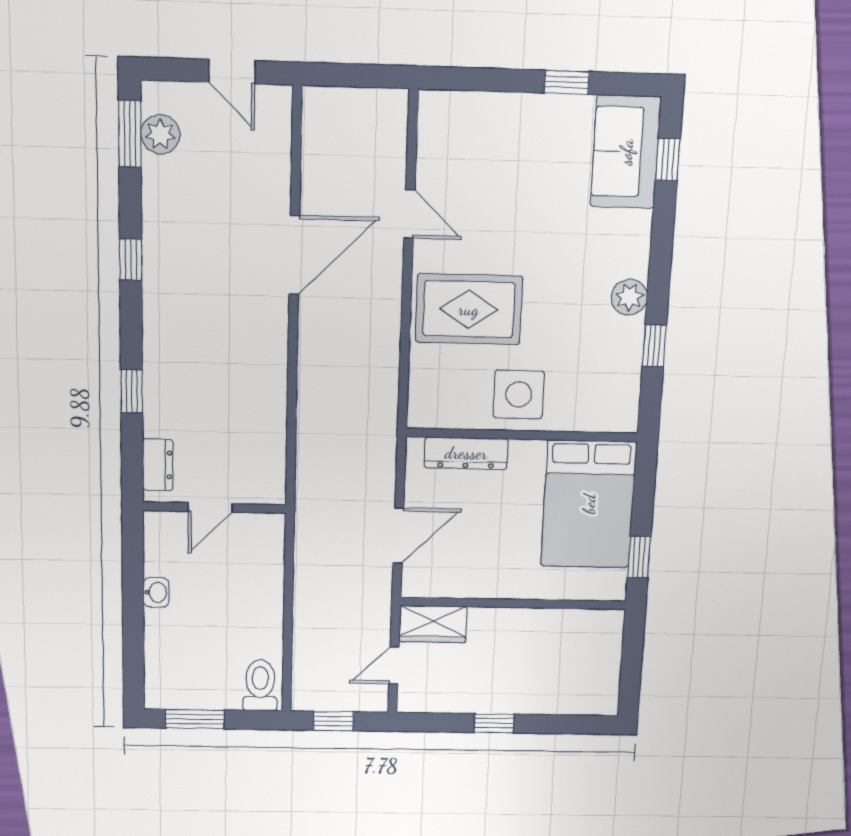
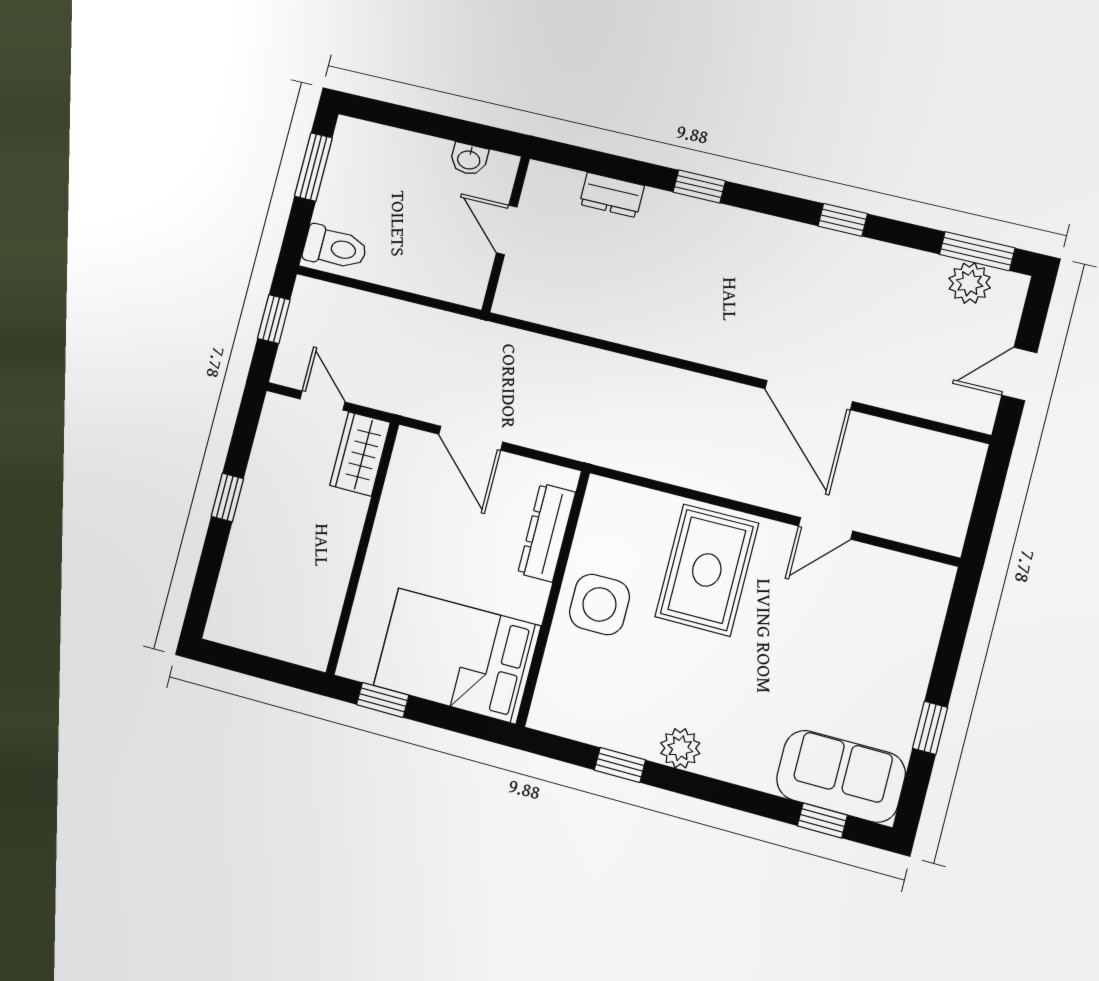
door: (210, 508) -> (507, 230), moved
wall: (214, 508) -> (506, 234), moved

